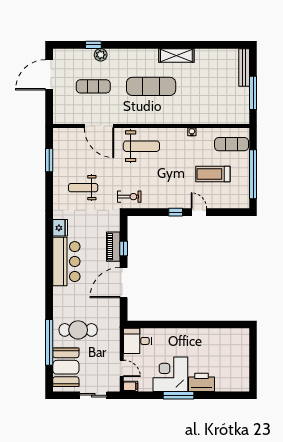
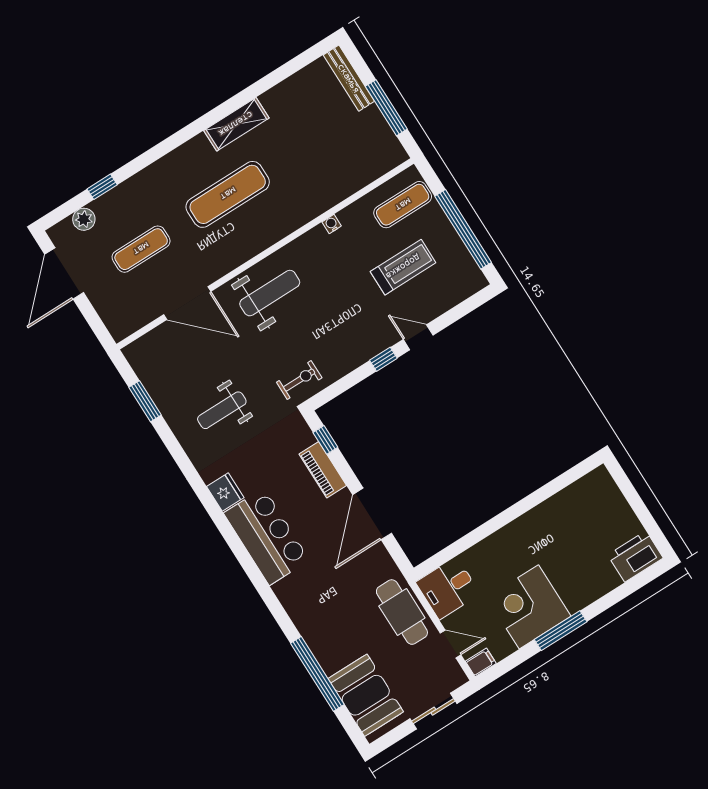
plant: (101, 55) -> (84, 219), moved
treadmill: (213, 174) -> (403, 267), turned 180
window: (124, 248) -> (325, 440), moved
cafe table: (78, 330) -> (402, 612), moved, turned 90
printer: (202, 382) -> (635, 556), moved

